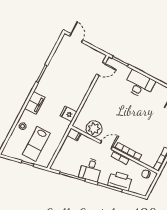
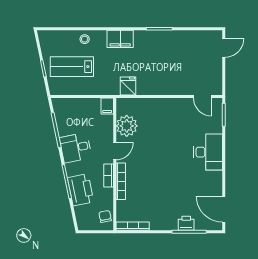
door: (106, 145) -> (115, 151), hinge flipped

